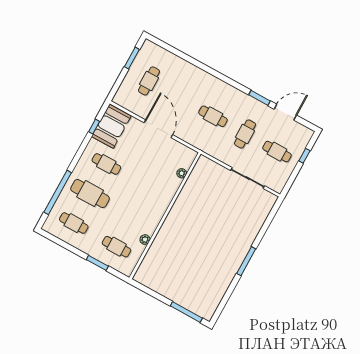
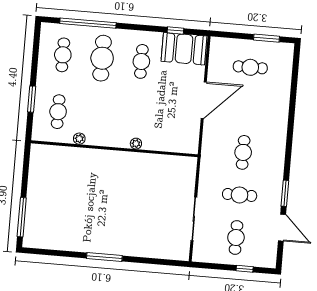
plant: (182, 173) -> (136, 144), moved

